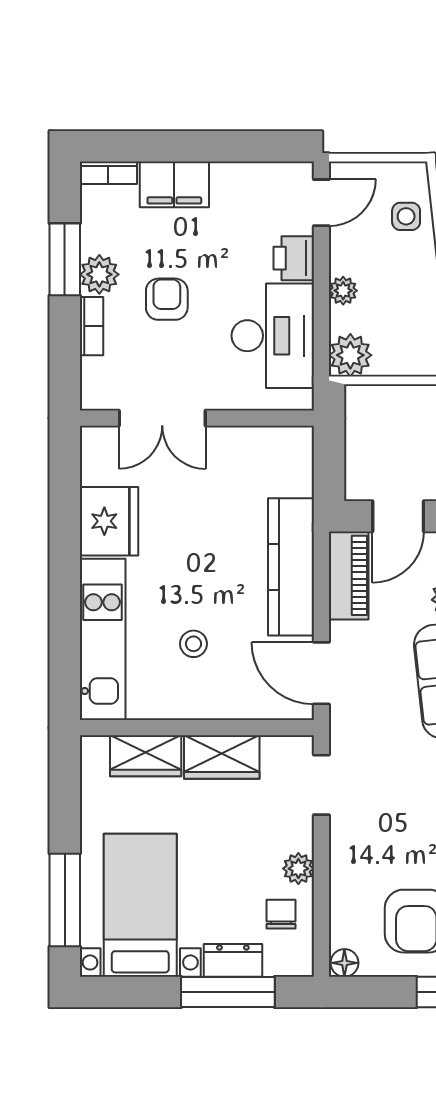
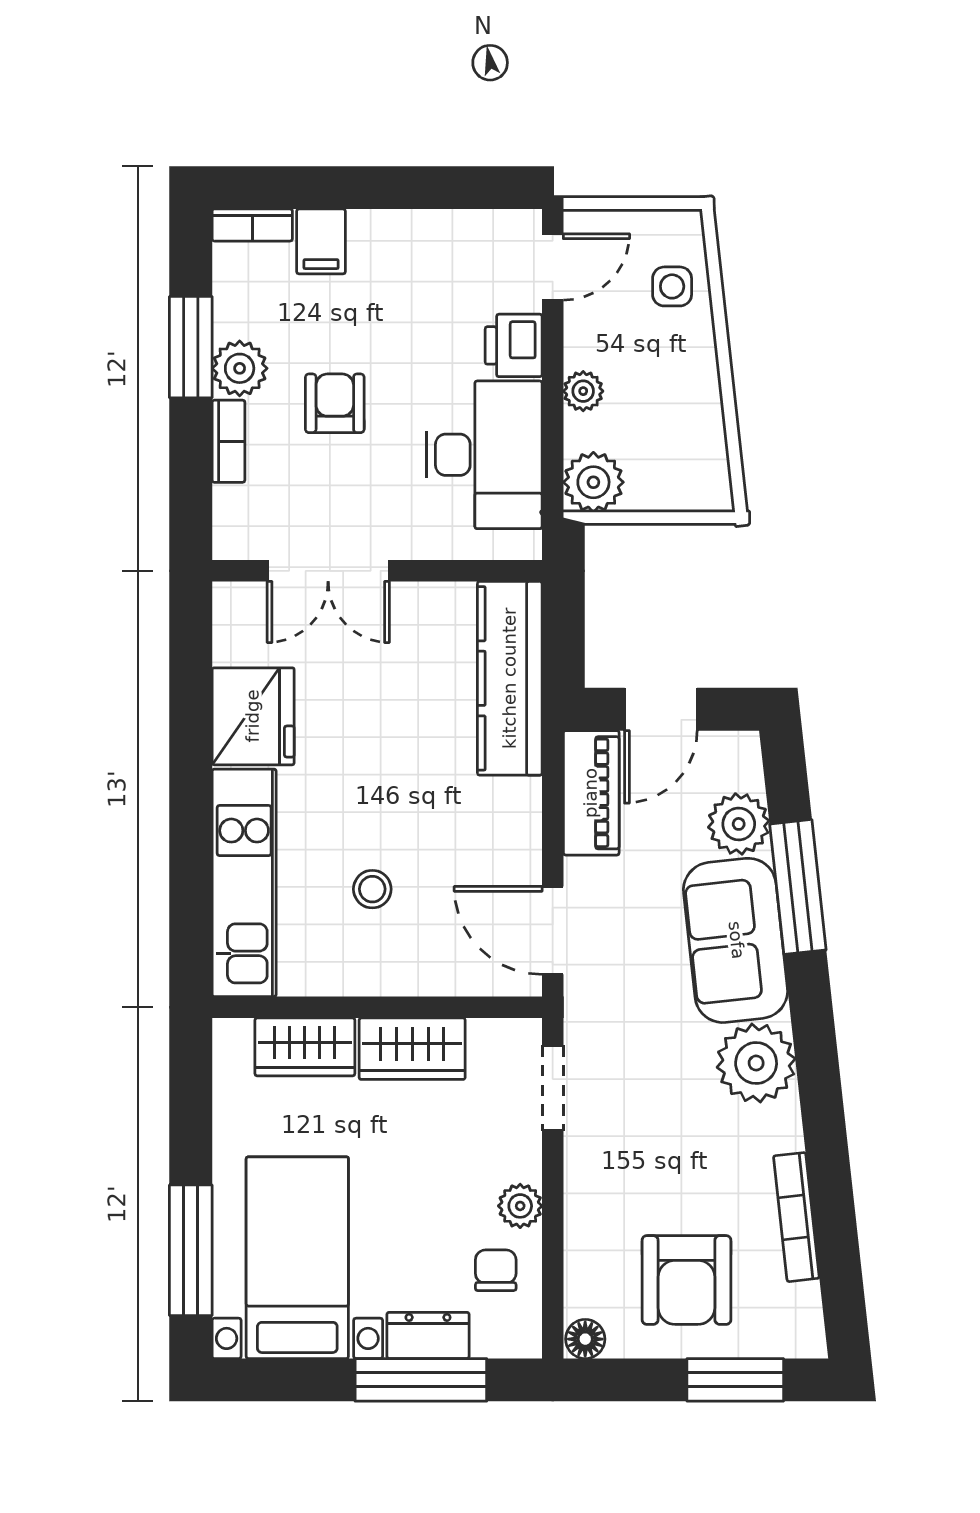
filing cabinet: (174, 184) -> (321, 241), width x0.50
kitchen counter: (291, 567) -> (510, 678), moved

